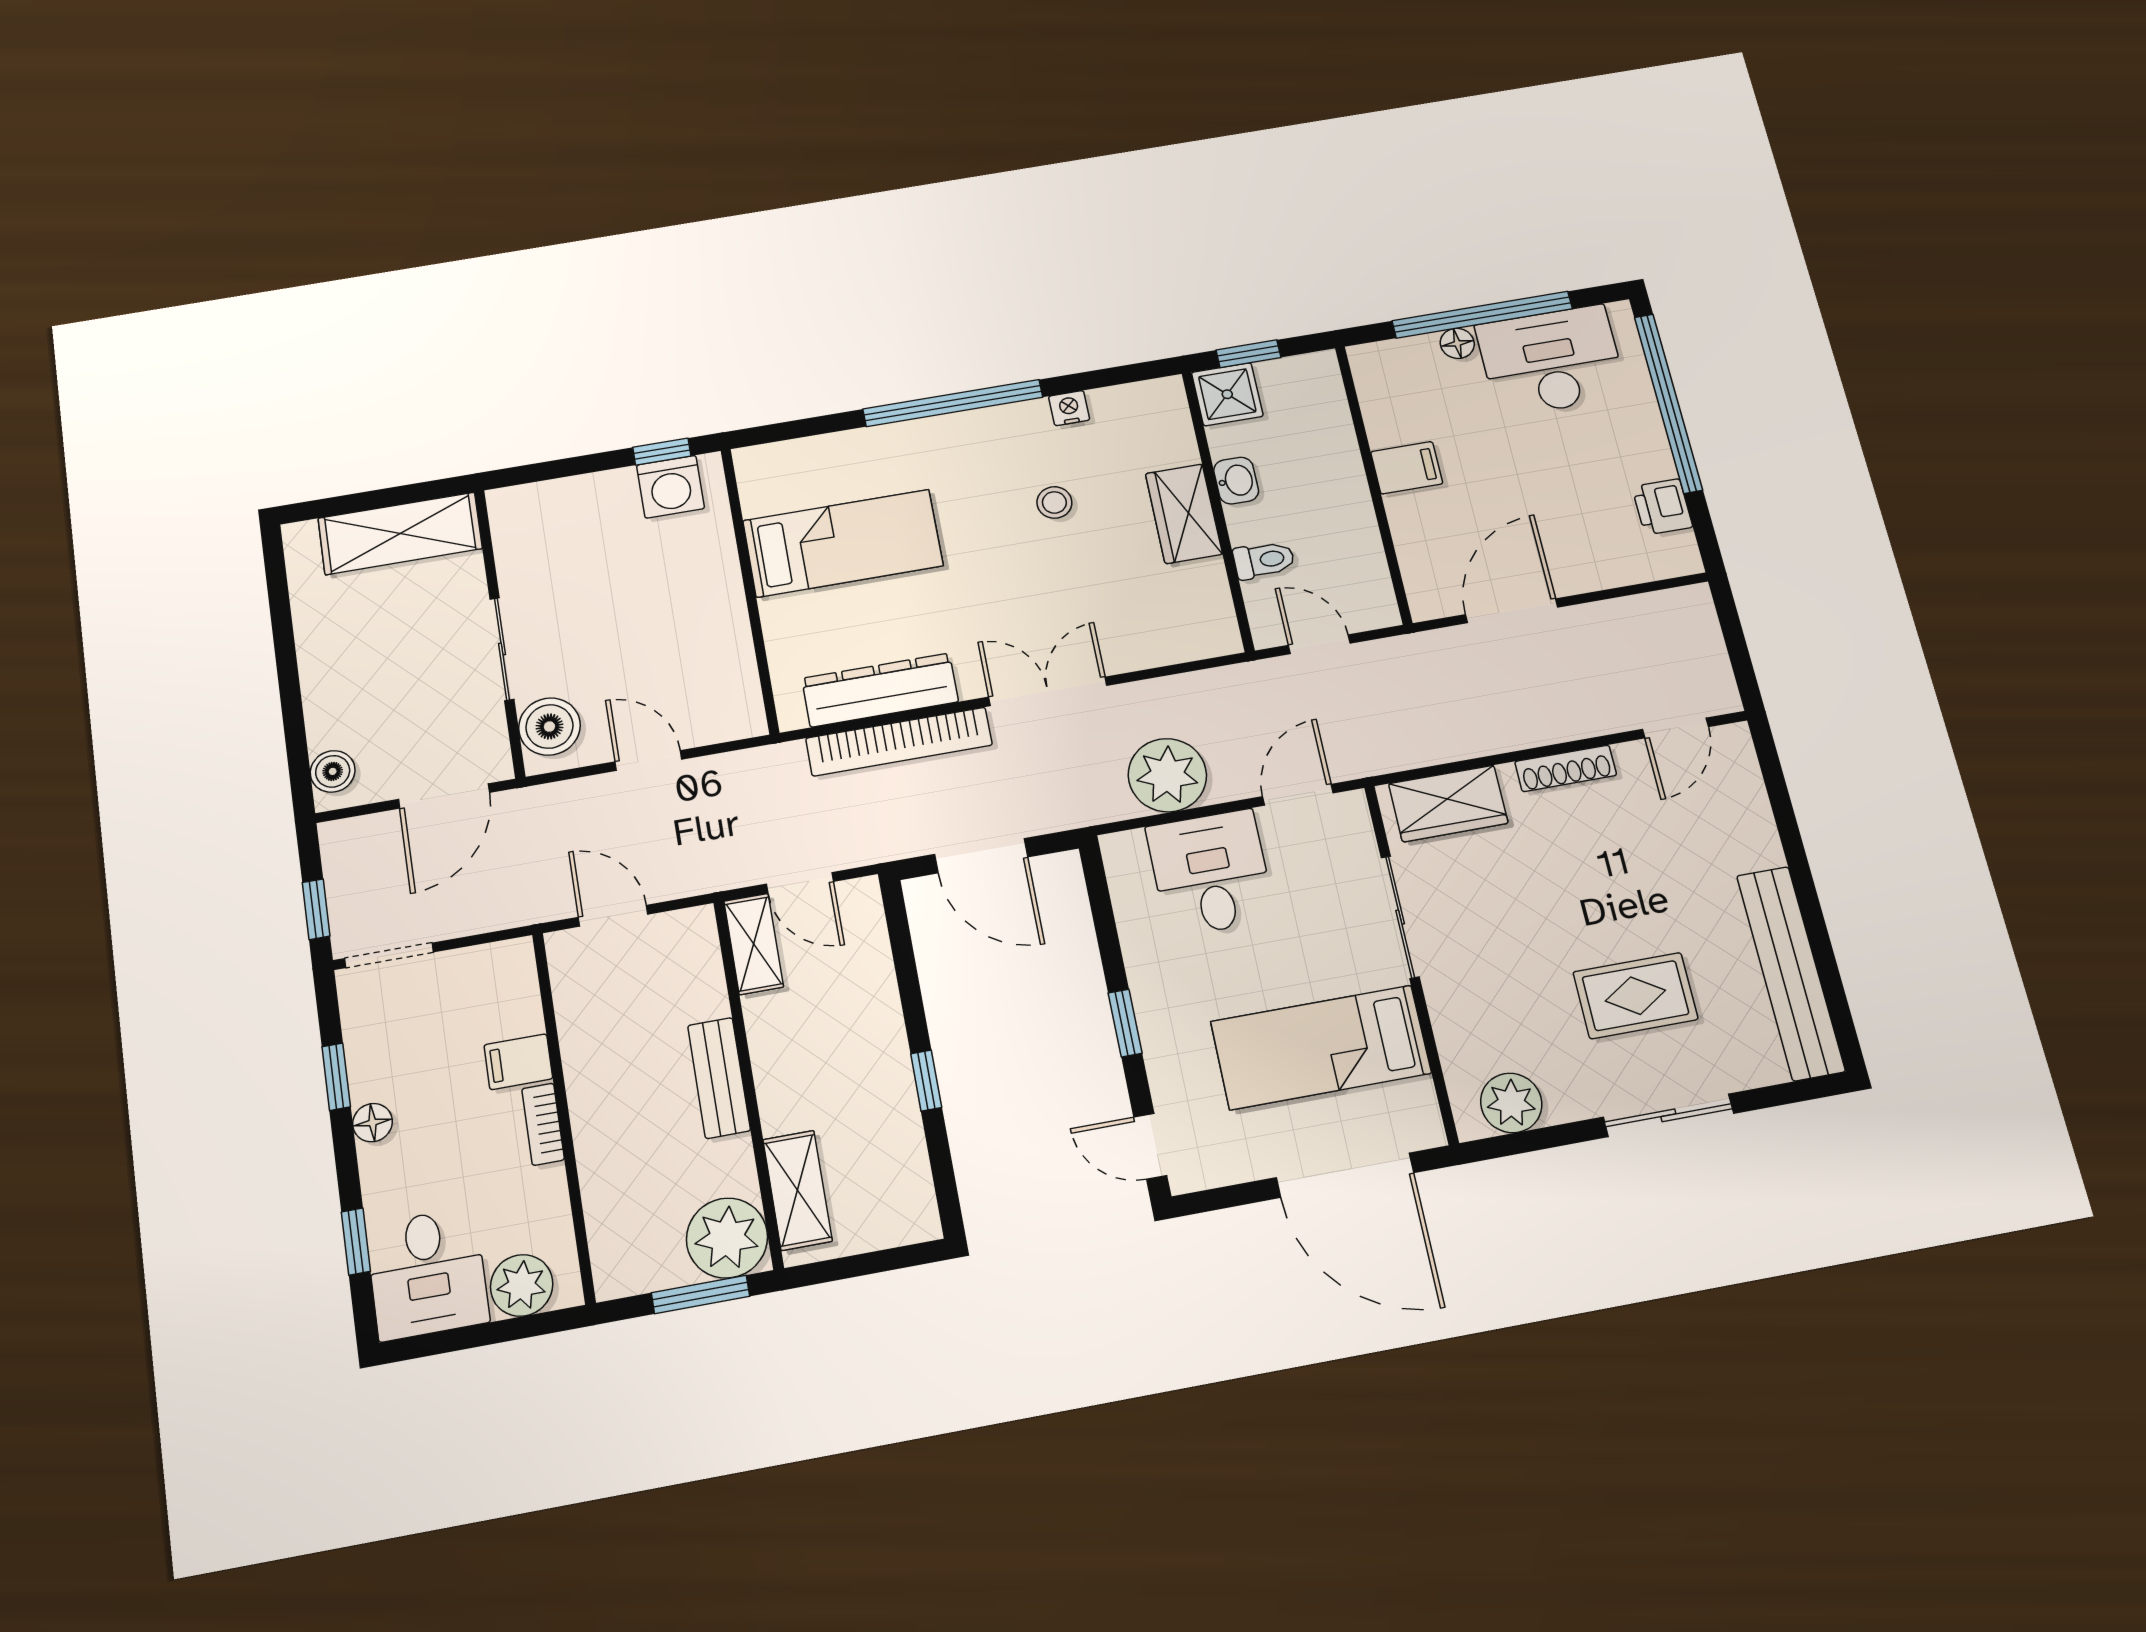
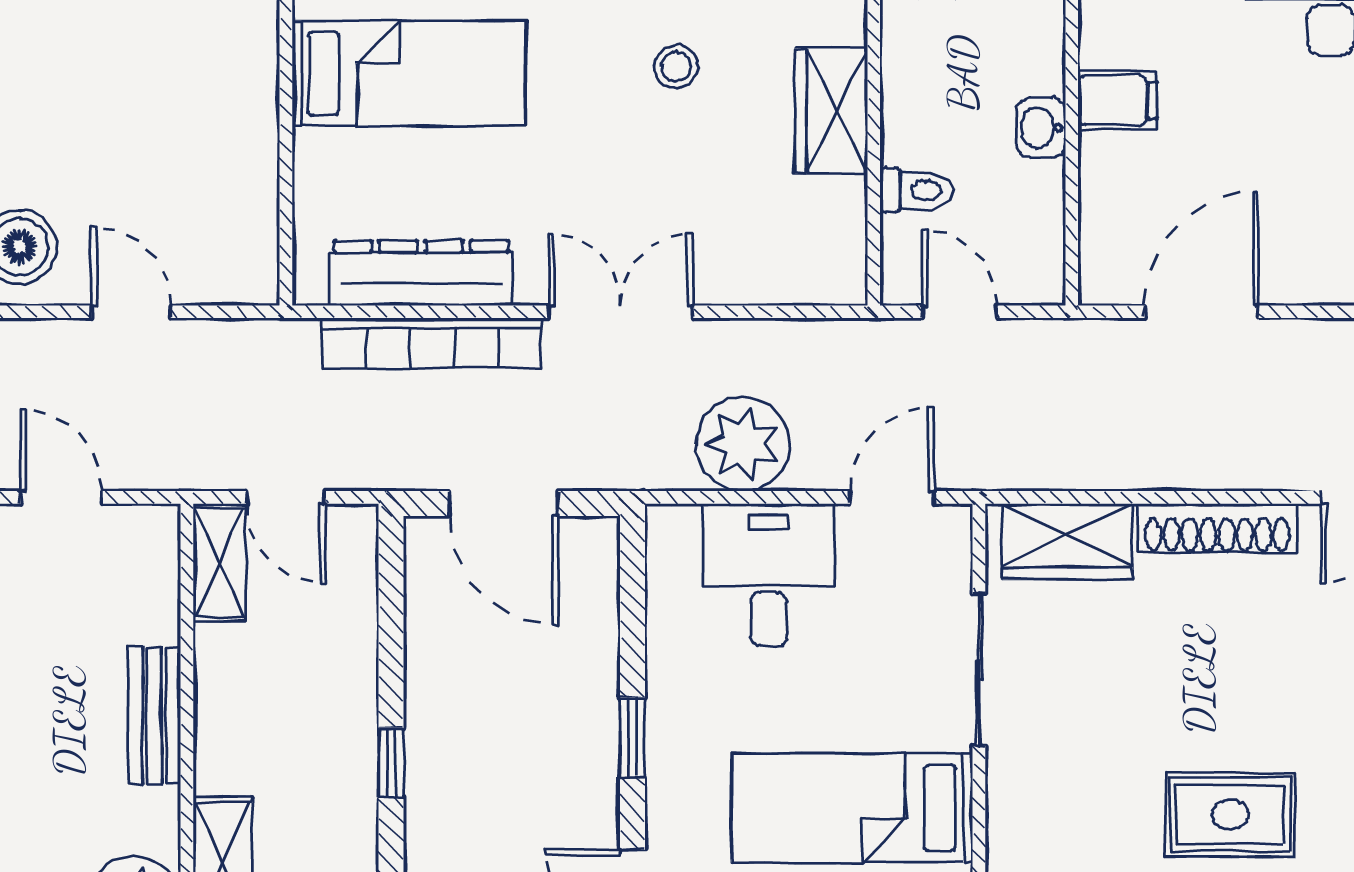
washbasin: (1236, 481) -> (1041, 128), moved, turned 180
shoe rack: (1566, 768) -> (1217, 528), width x1.36, depth x1.24

